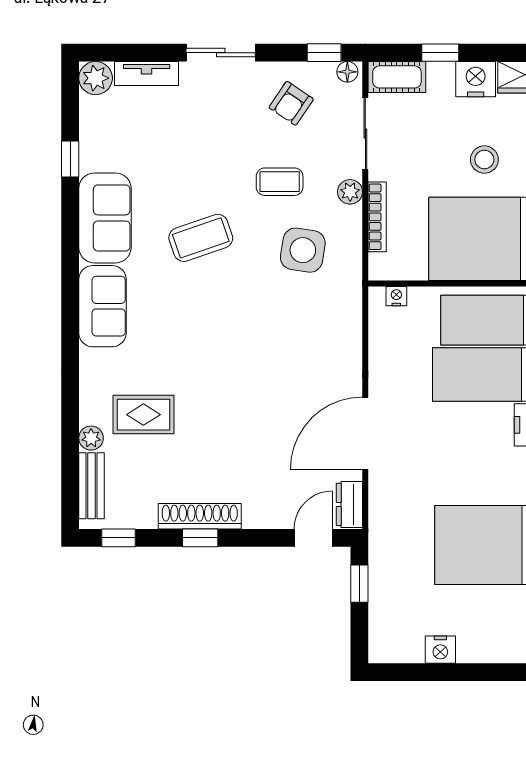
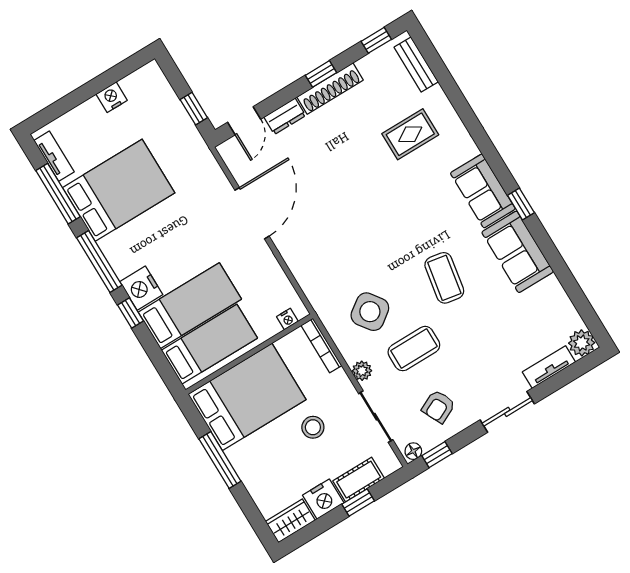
cot: (397, 77) -> (359, 480), moved
armchair: (291, 103) -> (438, 407), turned -150
window: (70, 159) -> (521, 204), moved
stool: (484, 160) -> (313, 427), moved
coffee table: (280, 182) -> (414, 349), width x1.36, depth x1.30
bookcase: (377, 217) -> (321, 345), moved
coffee table: (201, 238) -> (444, 278), turned -61
side table: (303, 250) -> (370, 312), turned 45
plant: (91, 438) -> (436, 97), removed
dresser: (349, 504) -> (285, 116), moved, turned 90

